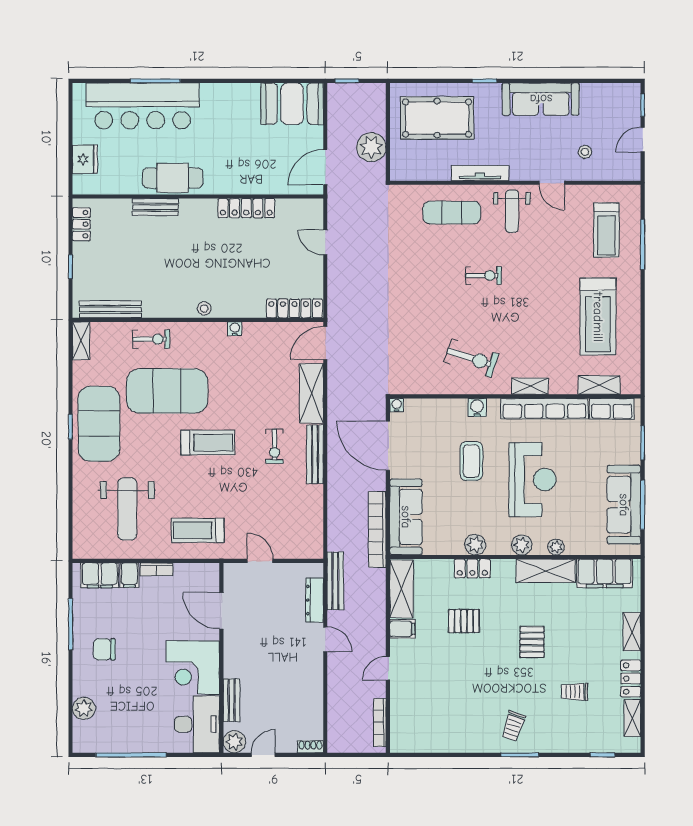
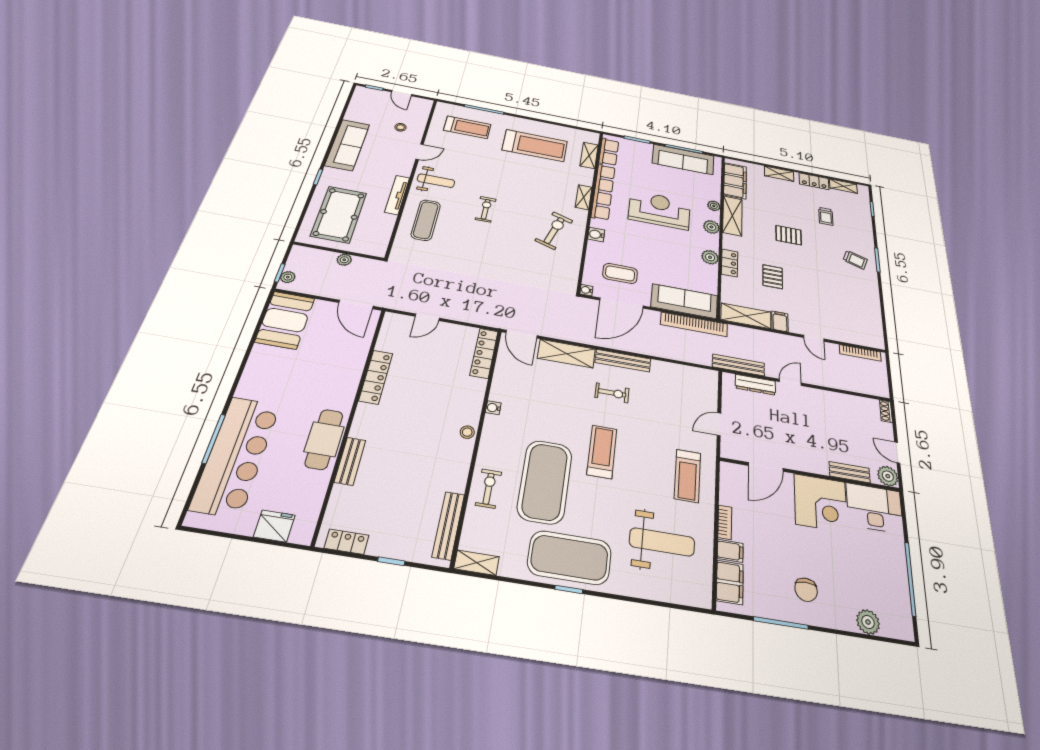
plant: (344, 90) -> (288, 277), added
plant: (371, 147) -> (344, 260), width x0.53, depth x0.53
coffee table: (471, 461) -> (620, 273), moved

